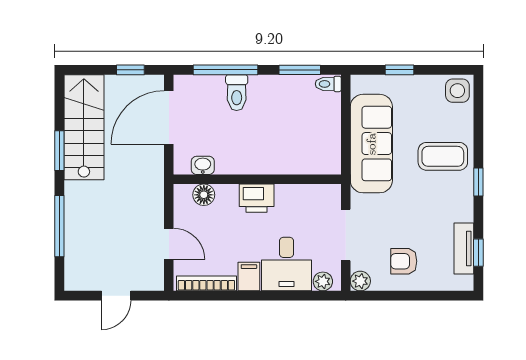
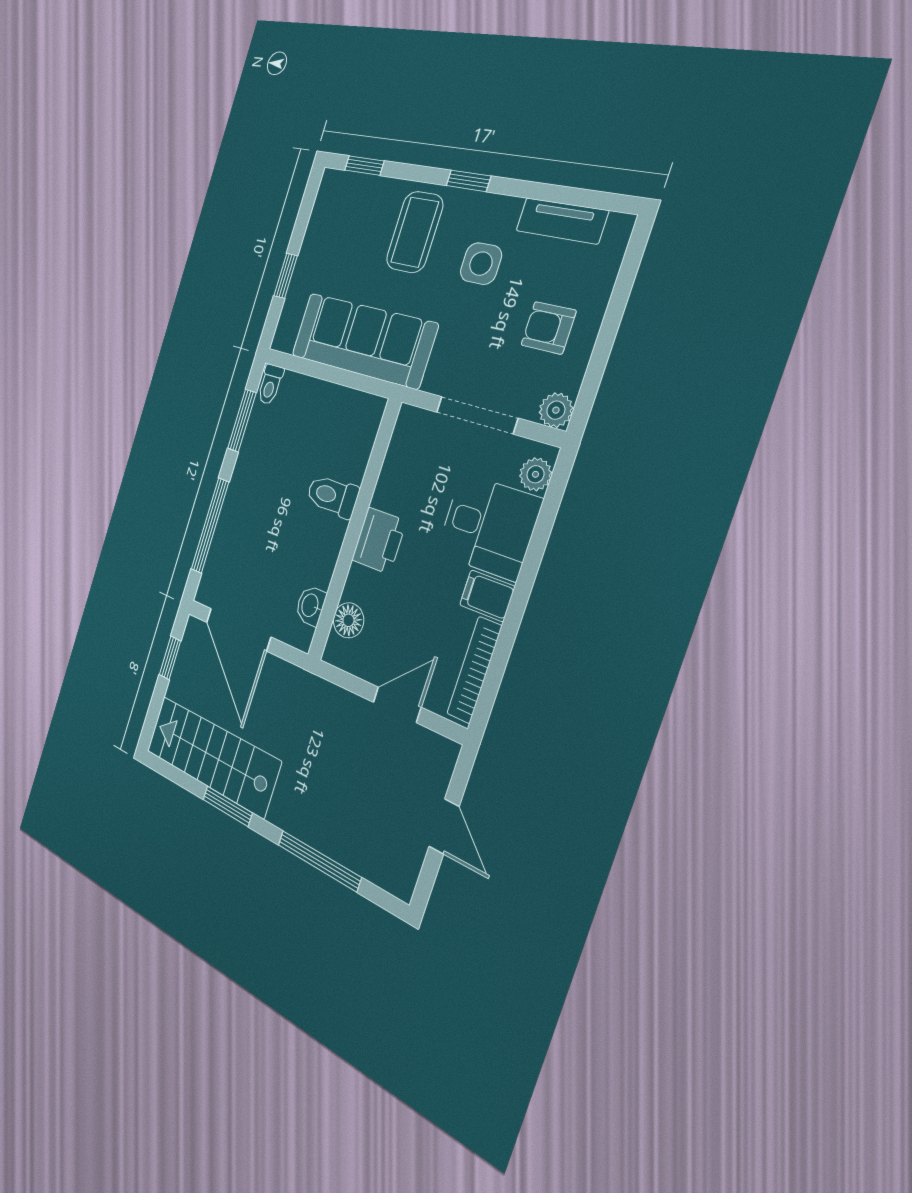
side table: (457, 91) -> (481, 264), moved
toilet: (237, 93) -> (332, 496), moved, turned 180
window: (478, 253) -> (364, 166), moved
armchair: (404, 261) -> (548, 328), turned 90

